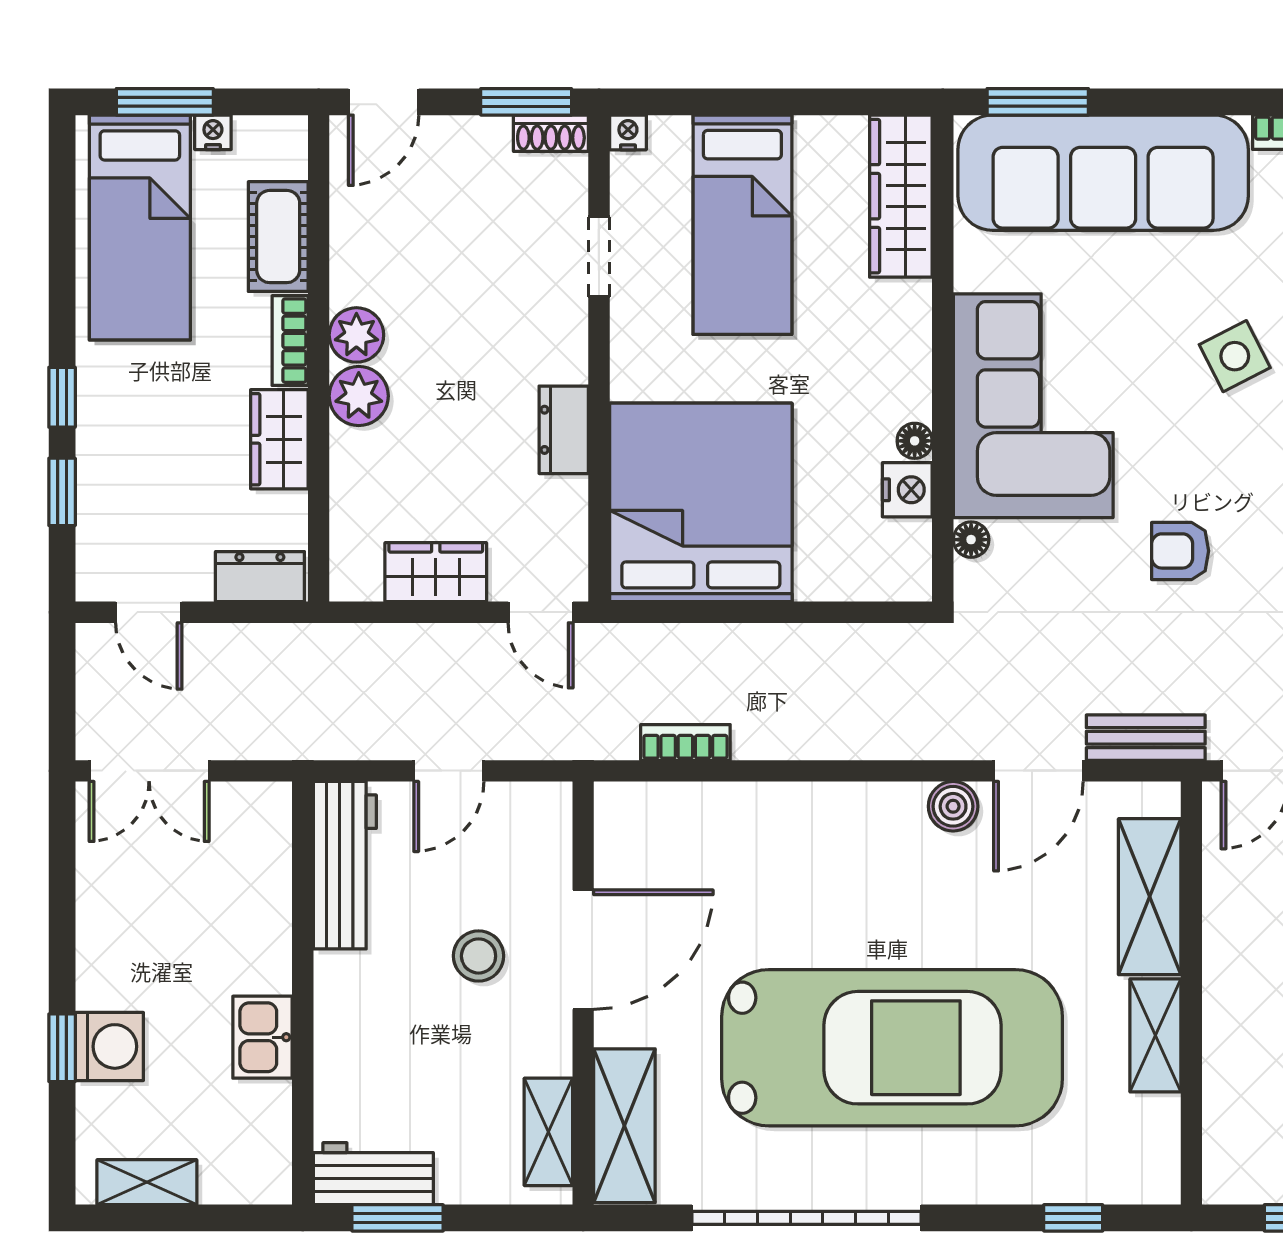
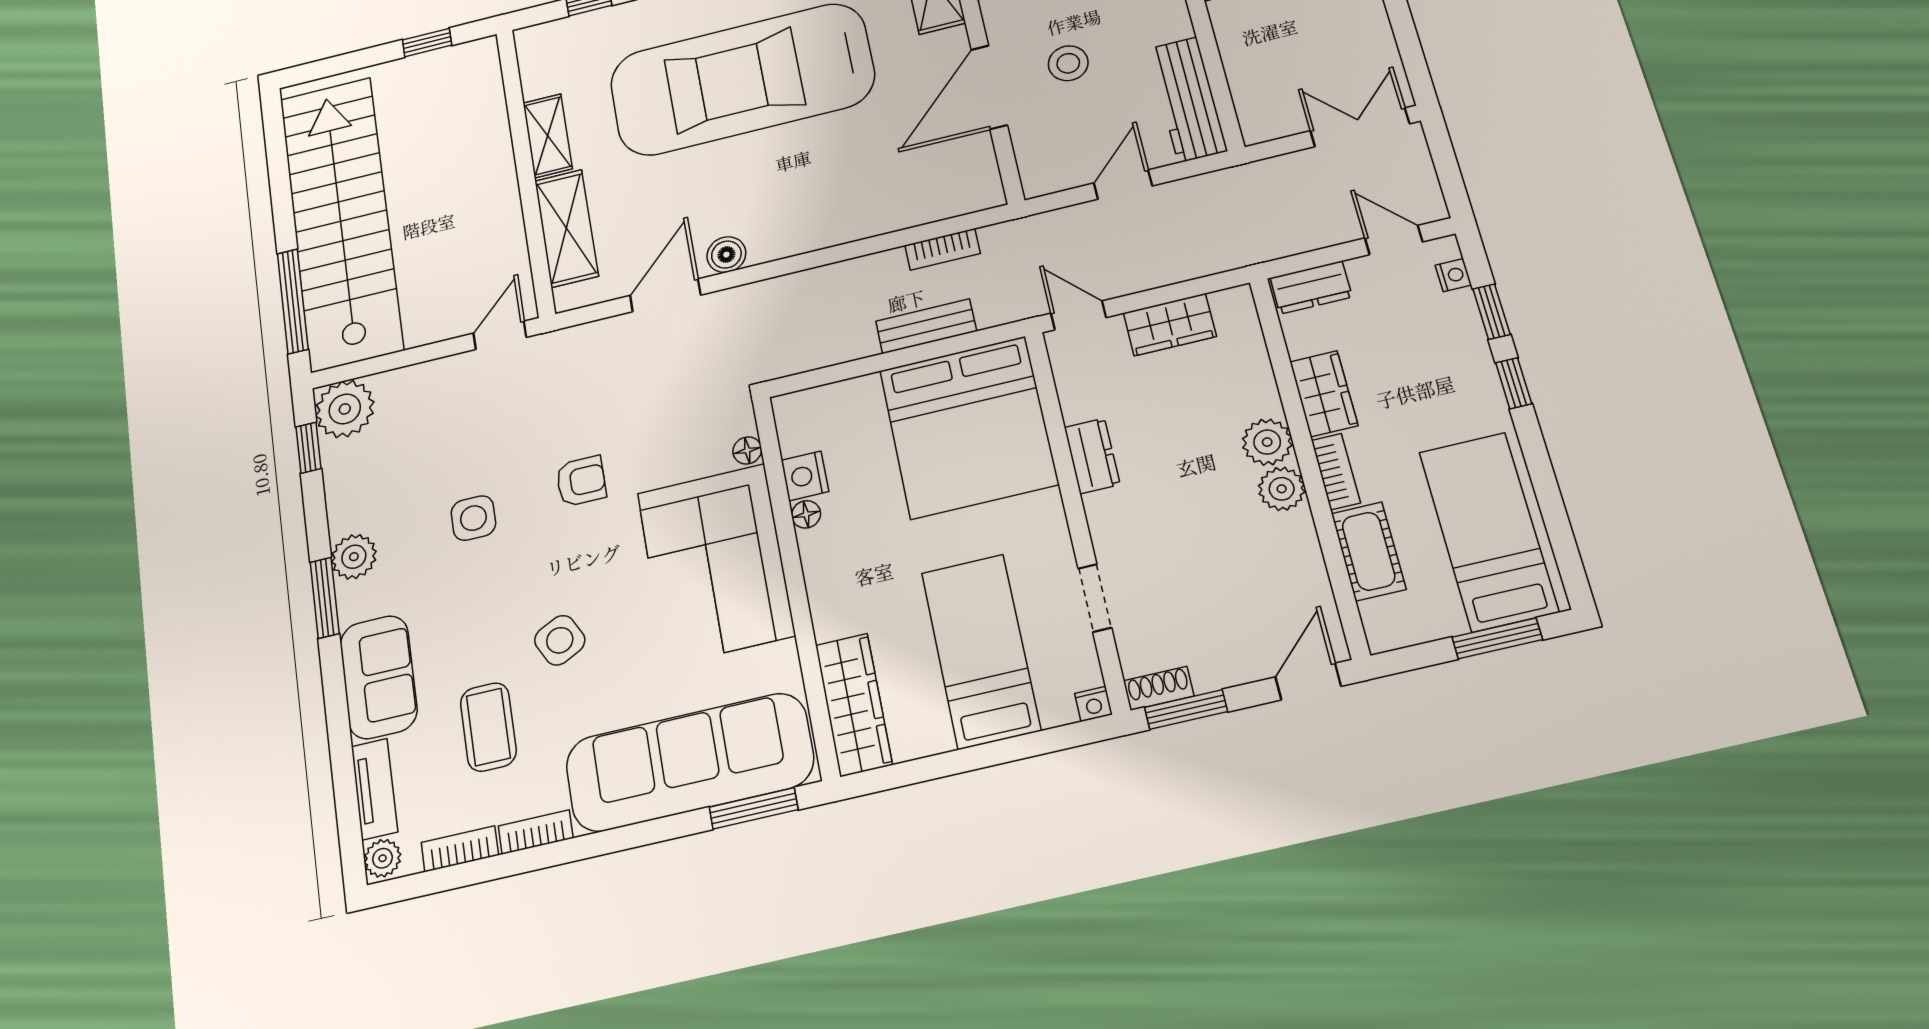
nightstand: (213, 132) -> (1453, 275), moved, turned -90
bench: (1146, 738) -> (926, 326), moved

